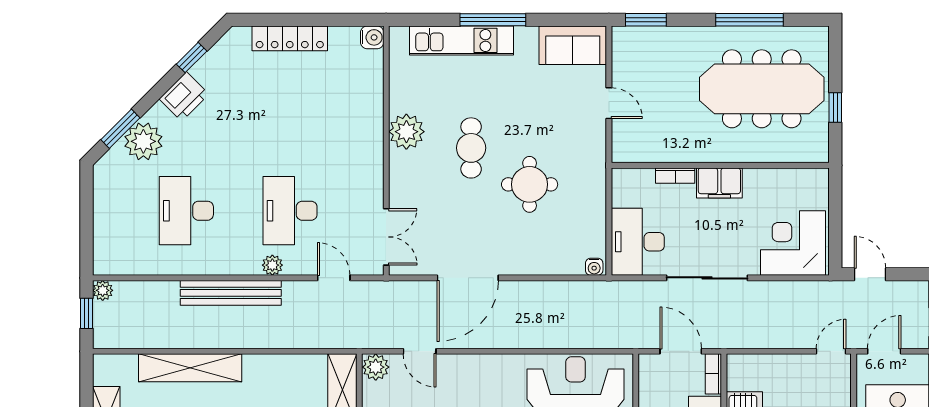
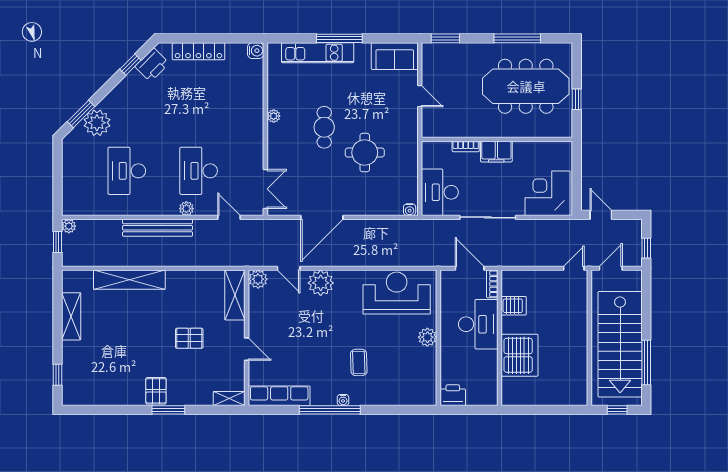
printer: (184, 97) -> (152, 65), moved
plant: (406, 132) -> (274, 116), width x0.53, depth x0.53
plant: (466, 372) -> (321, 283), added

